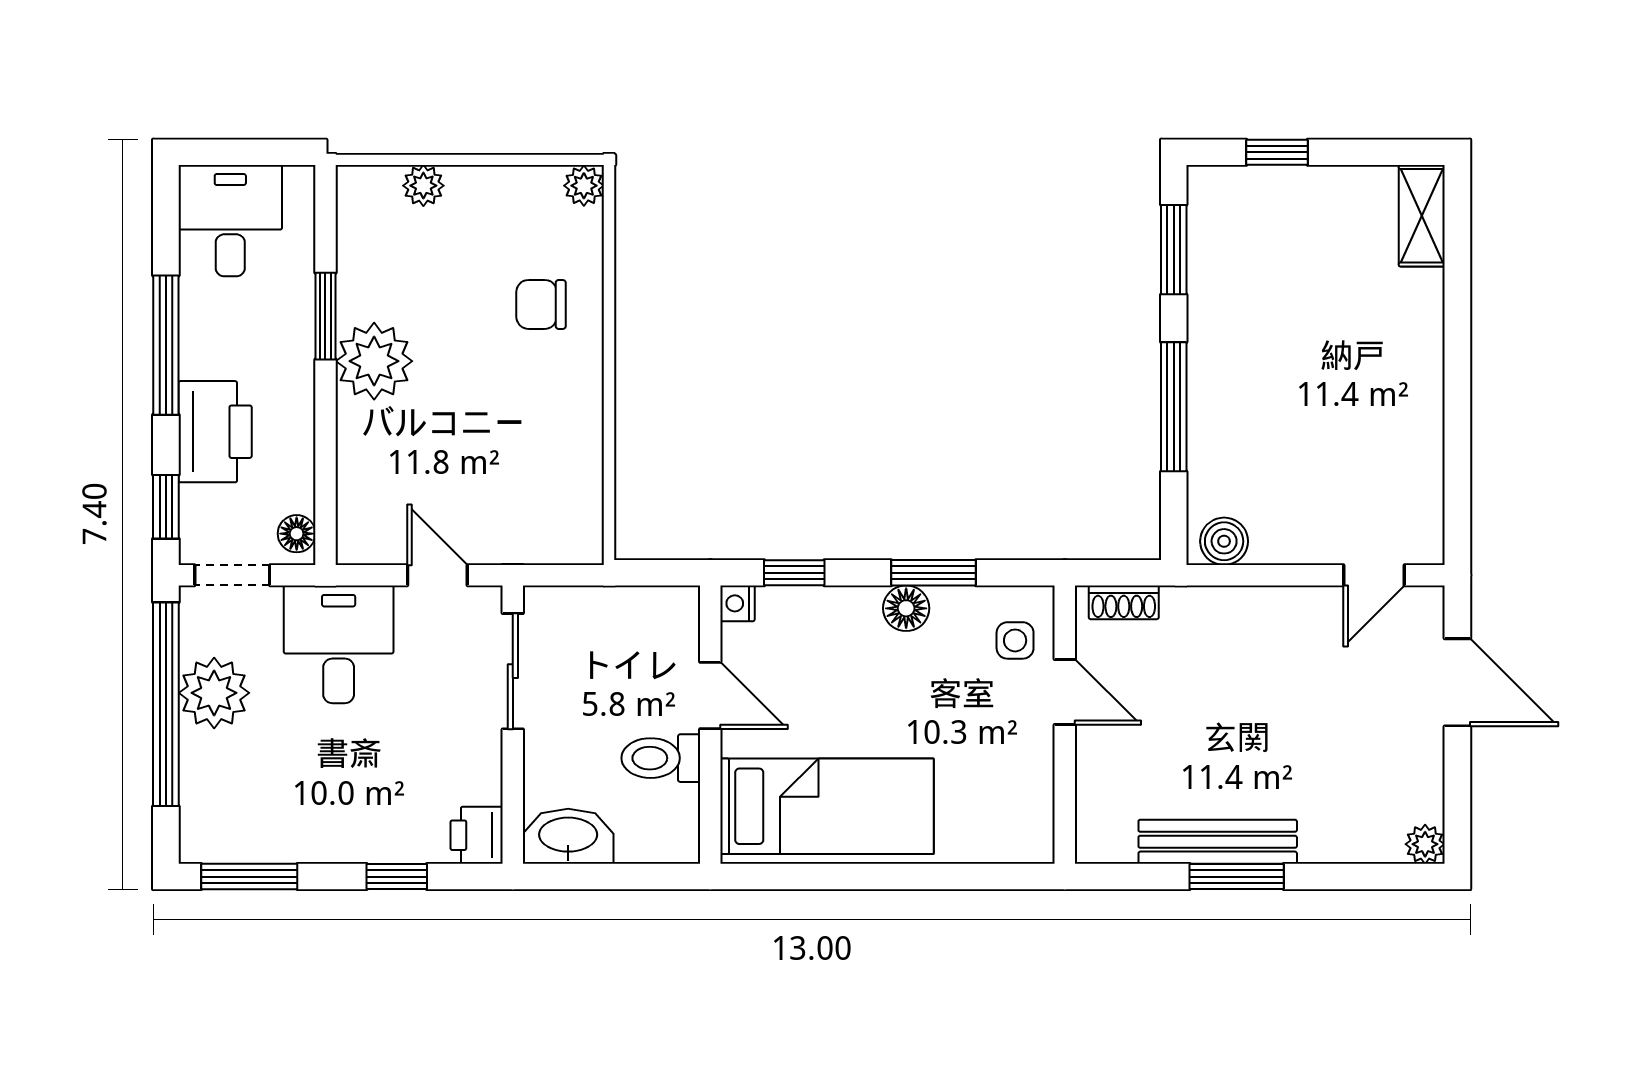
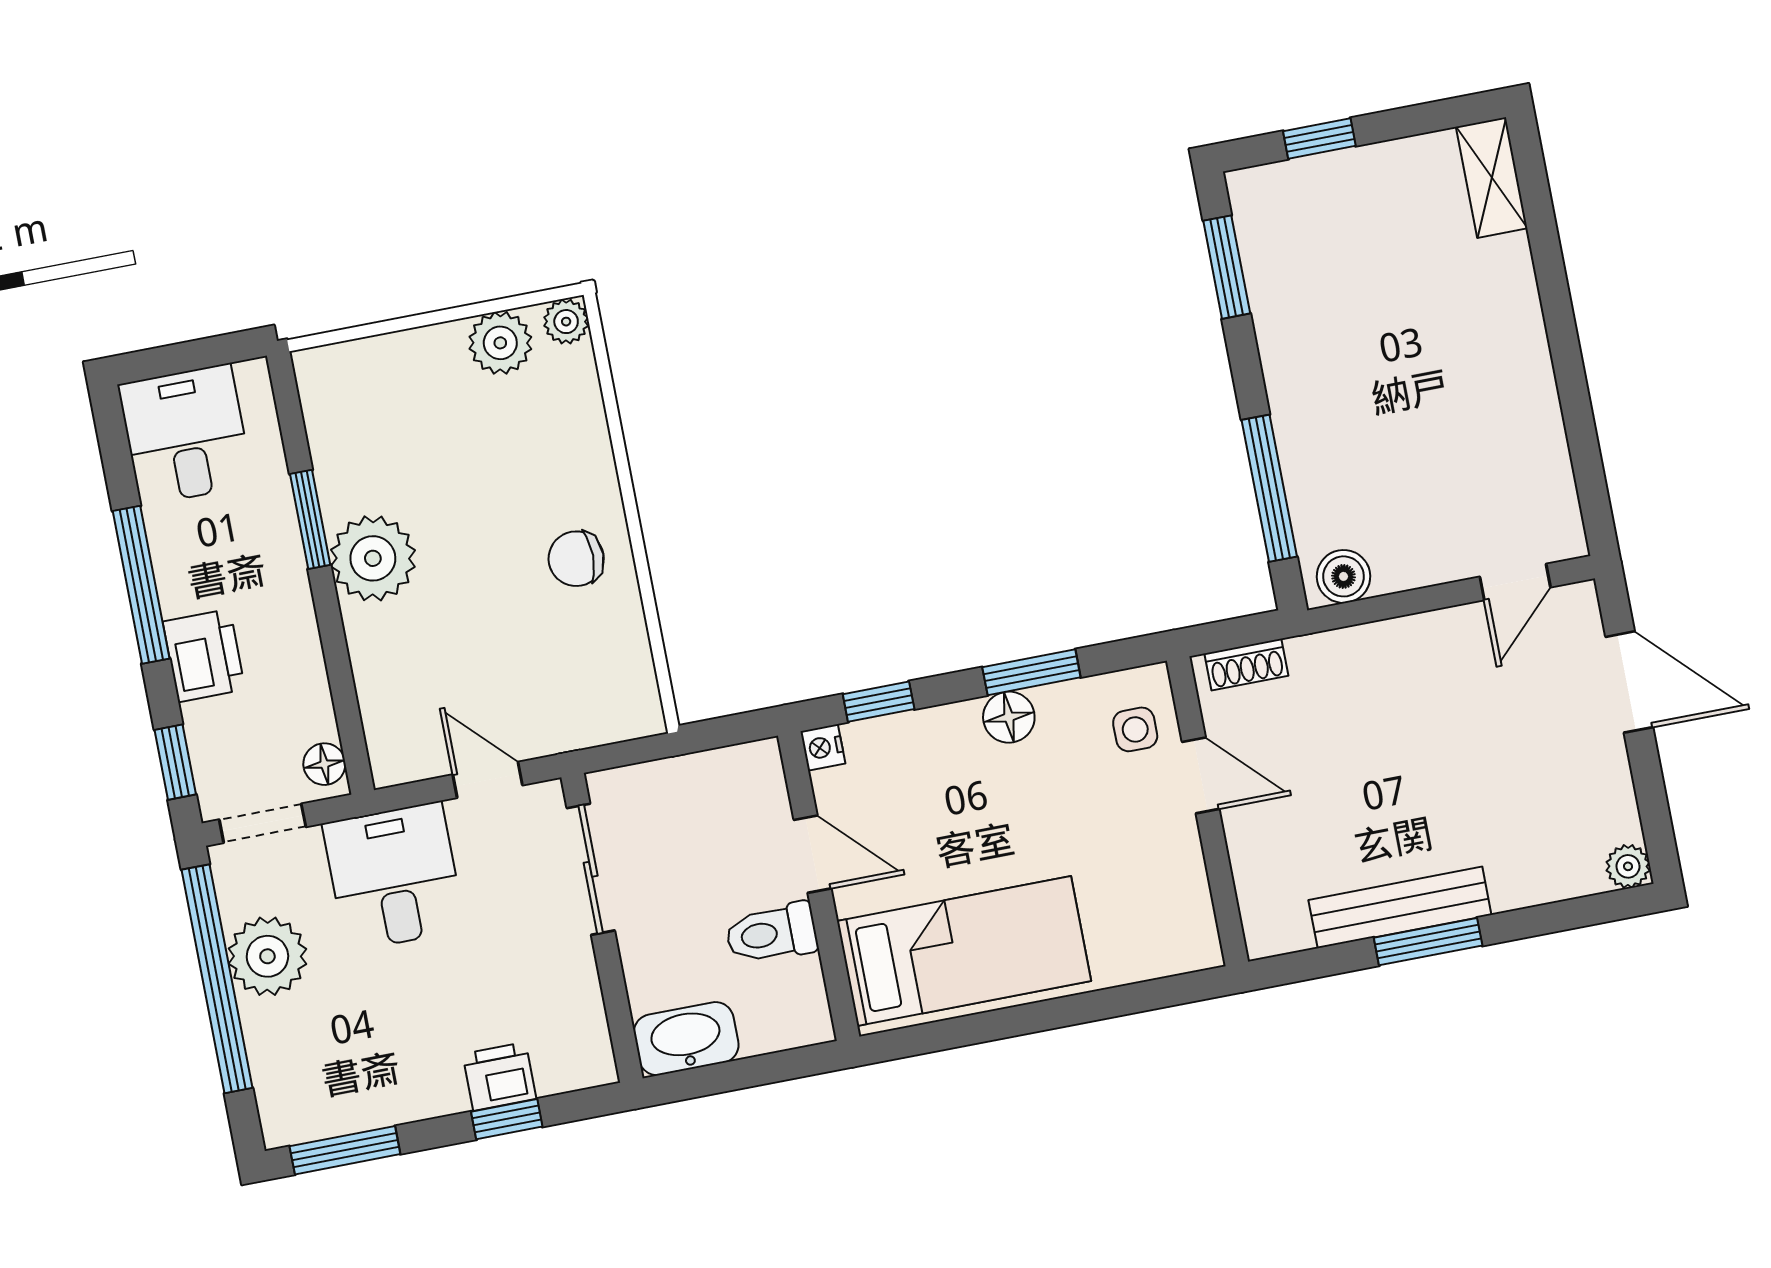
plant: (423, 186) -> (500, 343), moved, width x1.38, depth x1.38
chair: (541, 304) -> (576, 559), moved
window: (1174, 407) -> (1269, 488), moved
printer: (215, 432) -> (204, 655), width x0.73, depth x0.84
printer: (477, 835) -> (499, 1076), moved, turned 90

